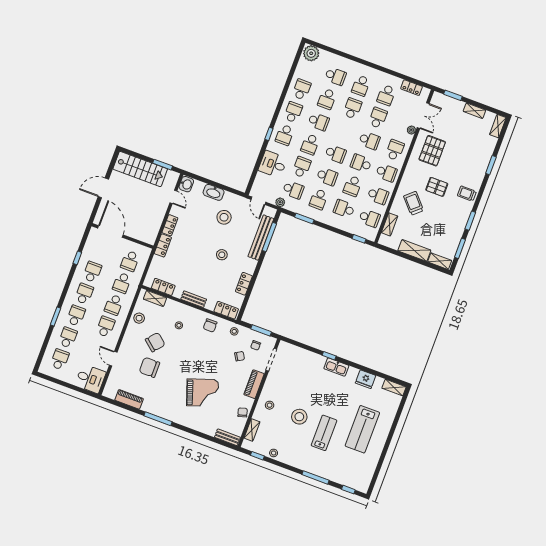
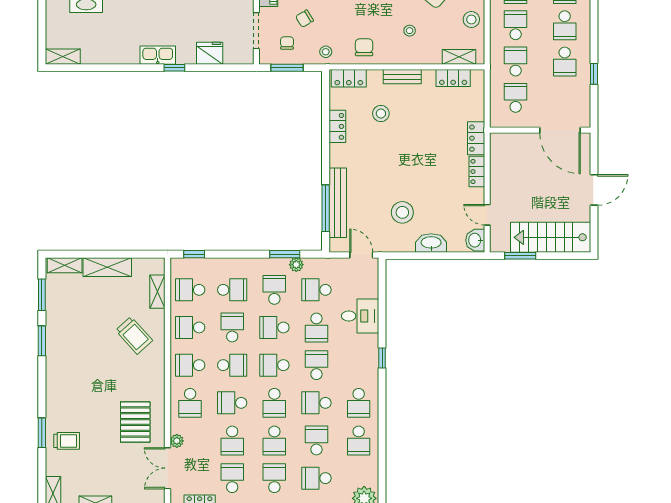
school desk: (285, 135) -> (274, 403), moved, turned 180
pallet: (437, 187) -> (109, 372), removed
trolley: (467, 194) -> (67, 441), moved
plant: (280, 202) -> (296, 265), moved
stool: (222, 255) -> (381, 114), moved
fridge: (366, 379) -> (210, 53), moved

